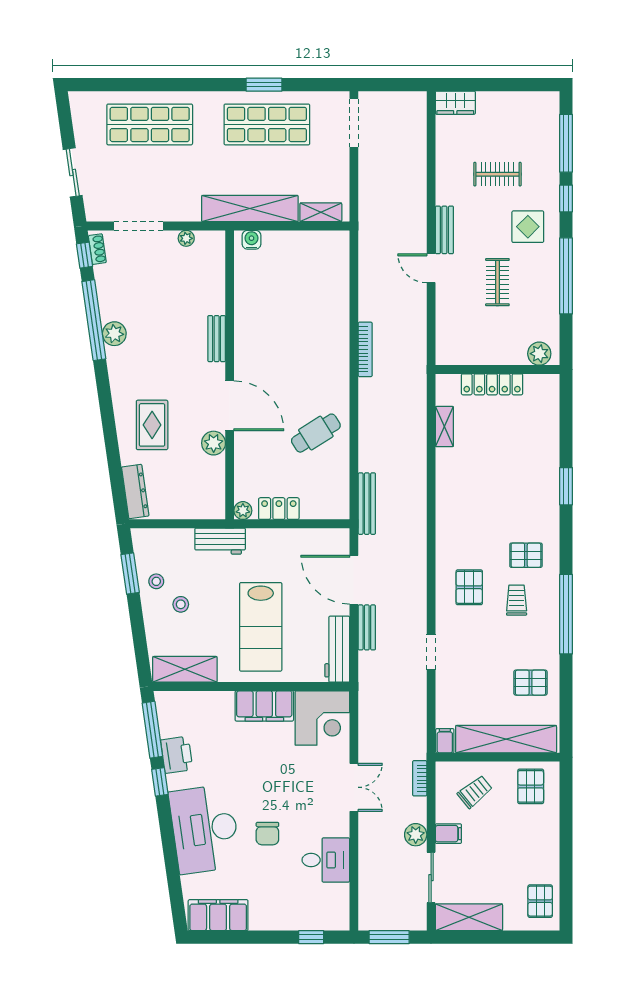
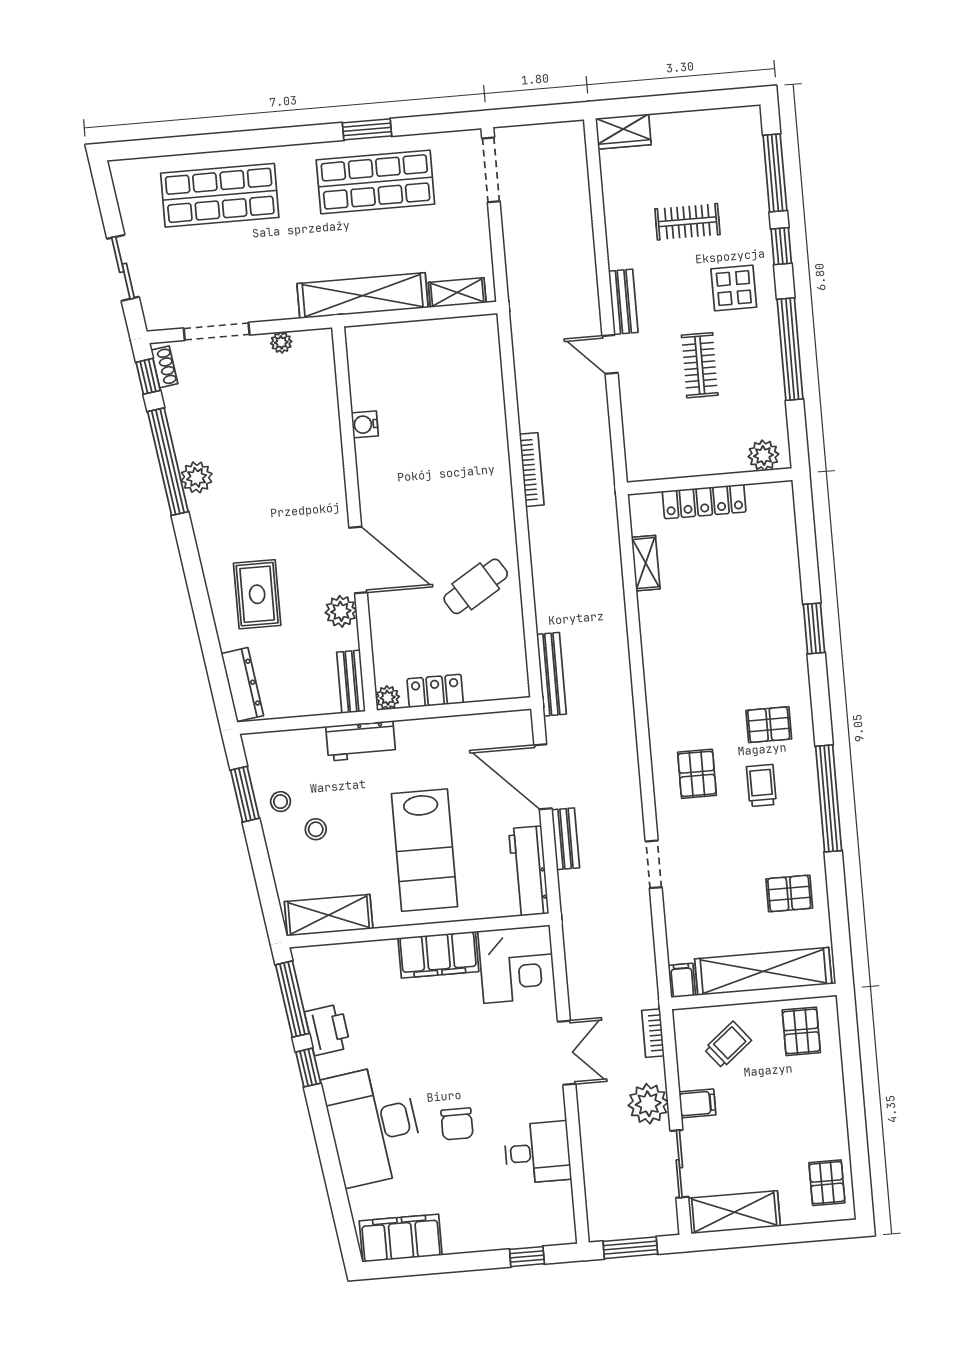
water cooler: (252, 240) -> (365, 424), moved, turned -90
bench: (217, 339) -> (351, 682), moved
plant: (416, 835) -> (648, 1104), width x1.36, depth x1.36

